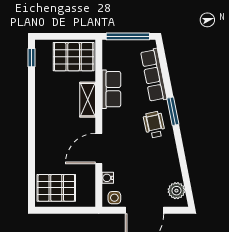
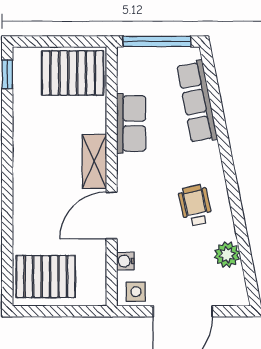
shelving: (88, 100) -> (94, 161), moved
window: (173, 111) -> (227, 158), removed
wheelchair: (154, 125) -> (195, 206), moved
plant: (176, 191) -> (227, 255), moved

